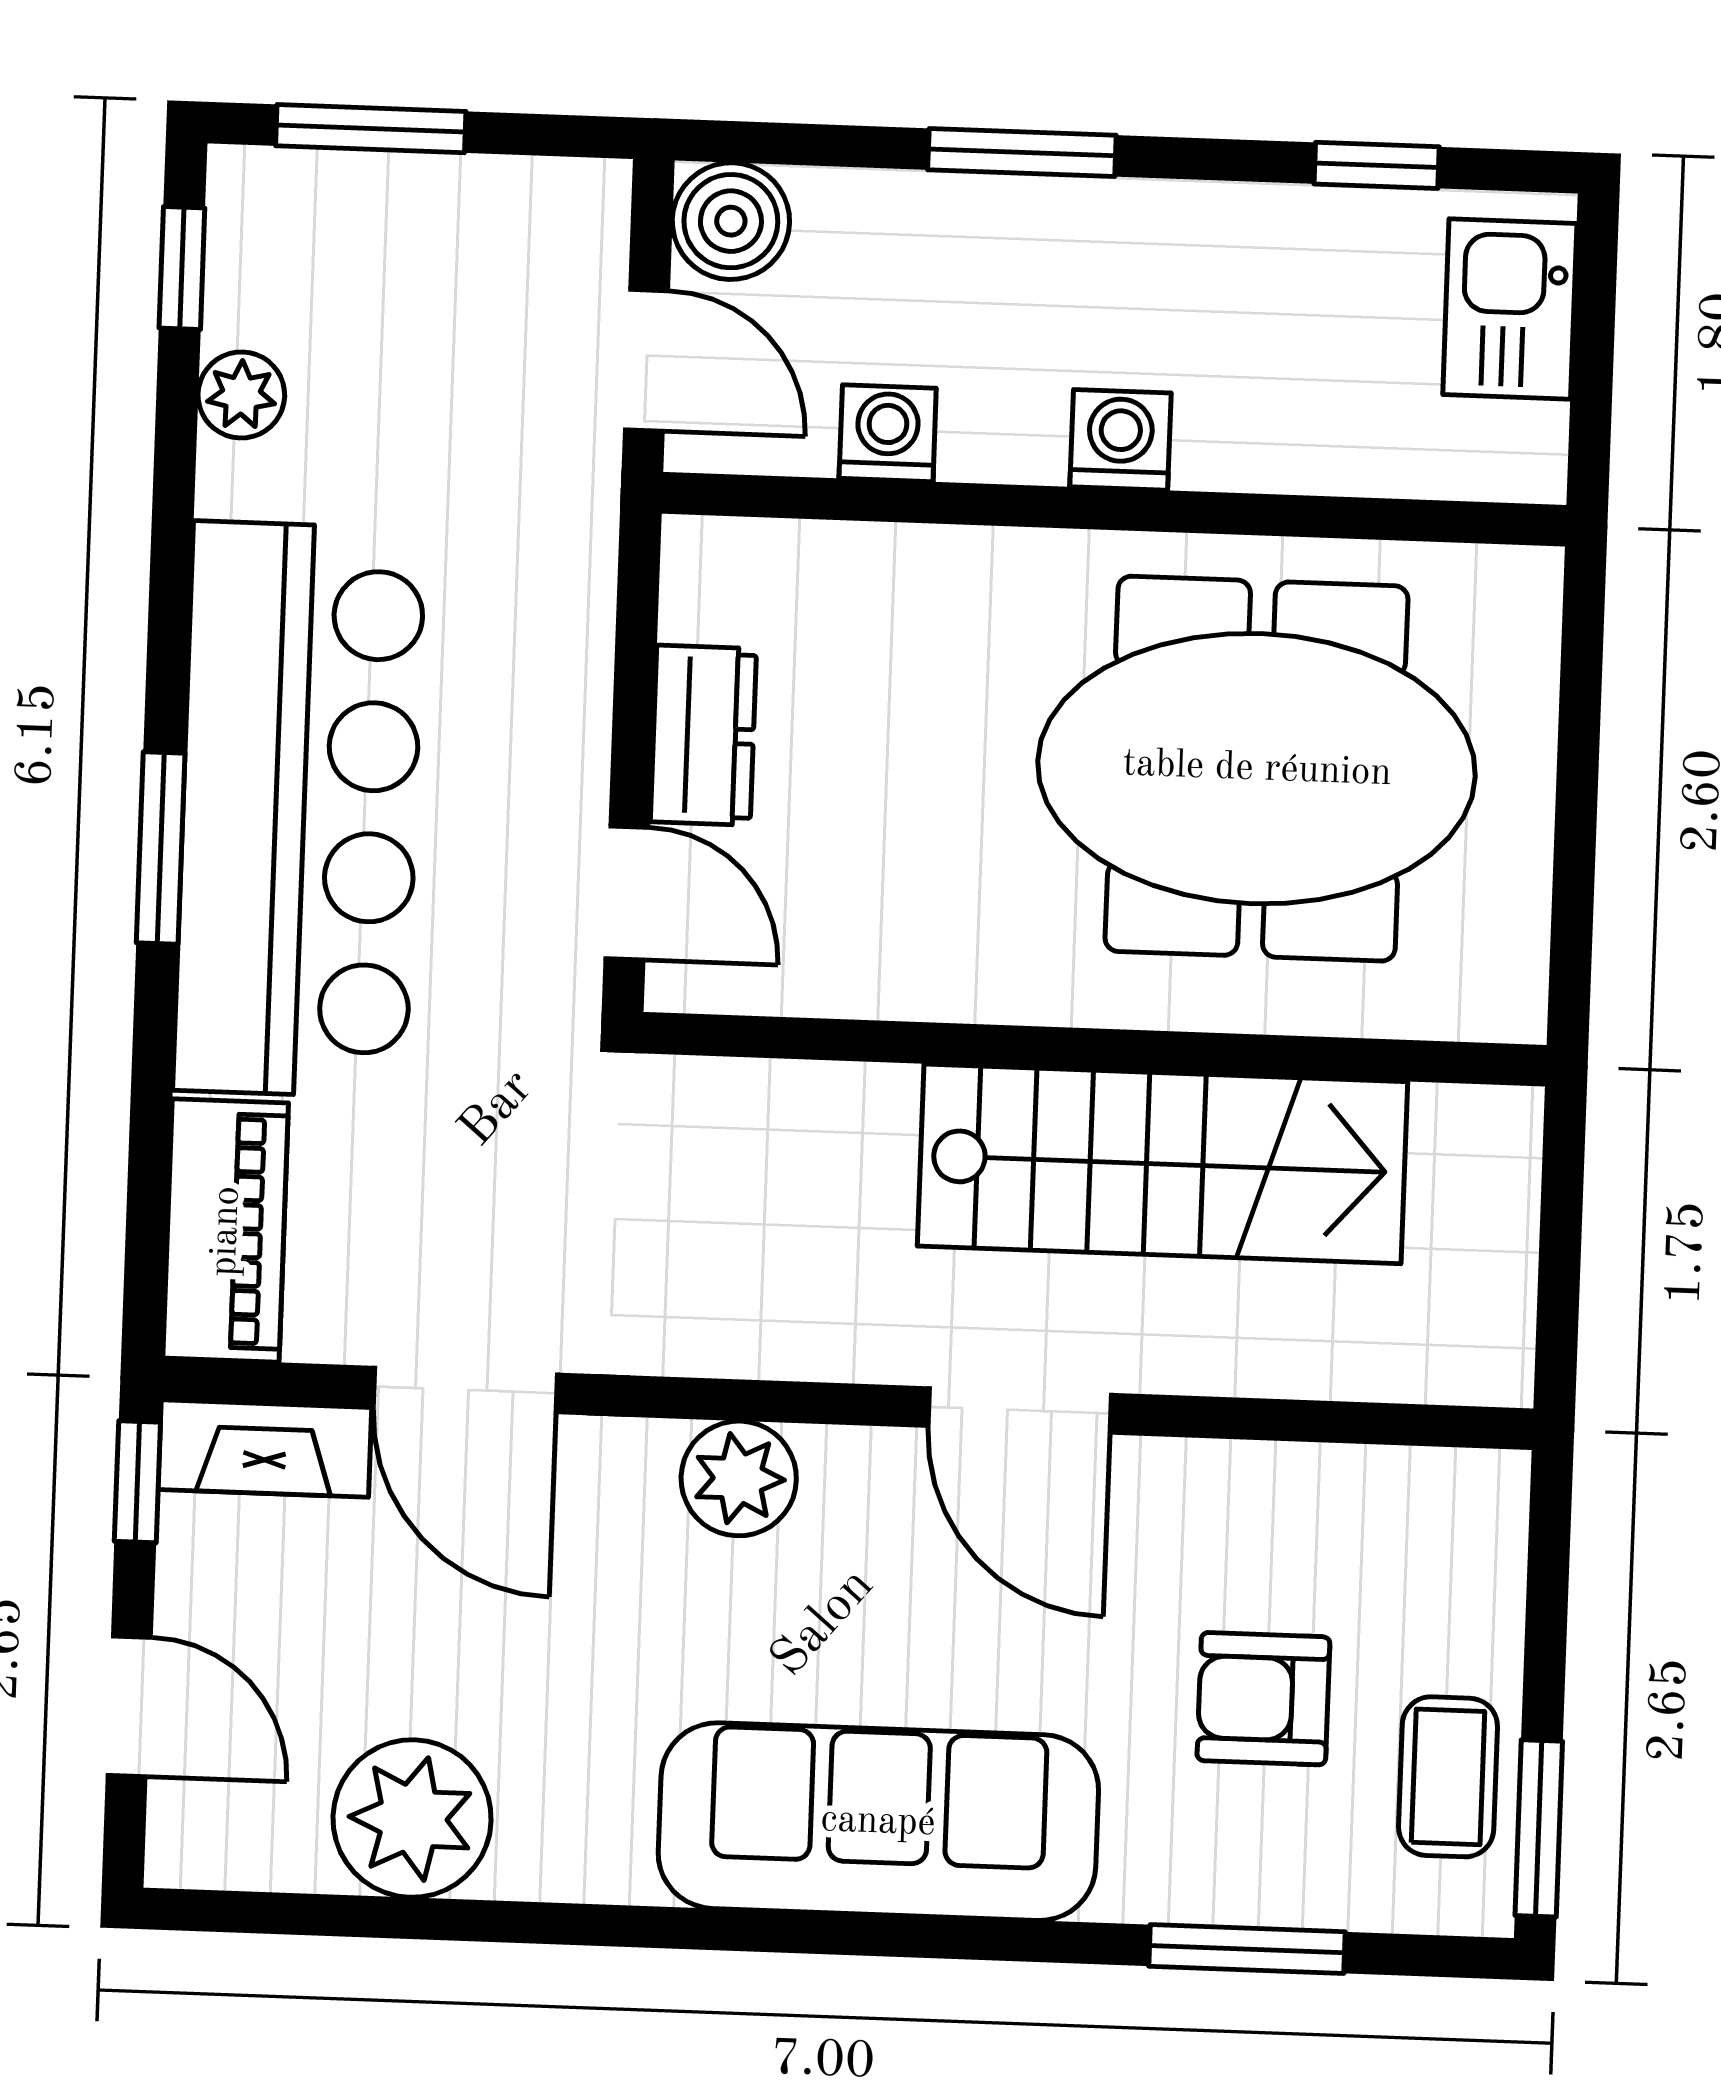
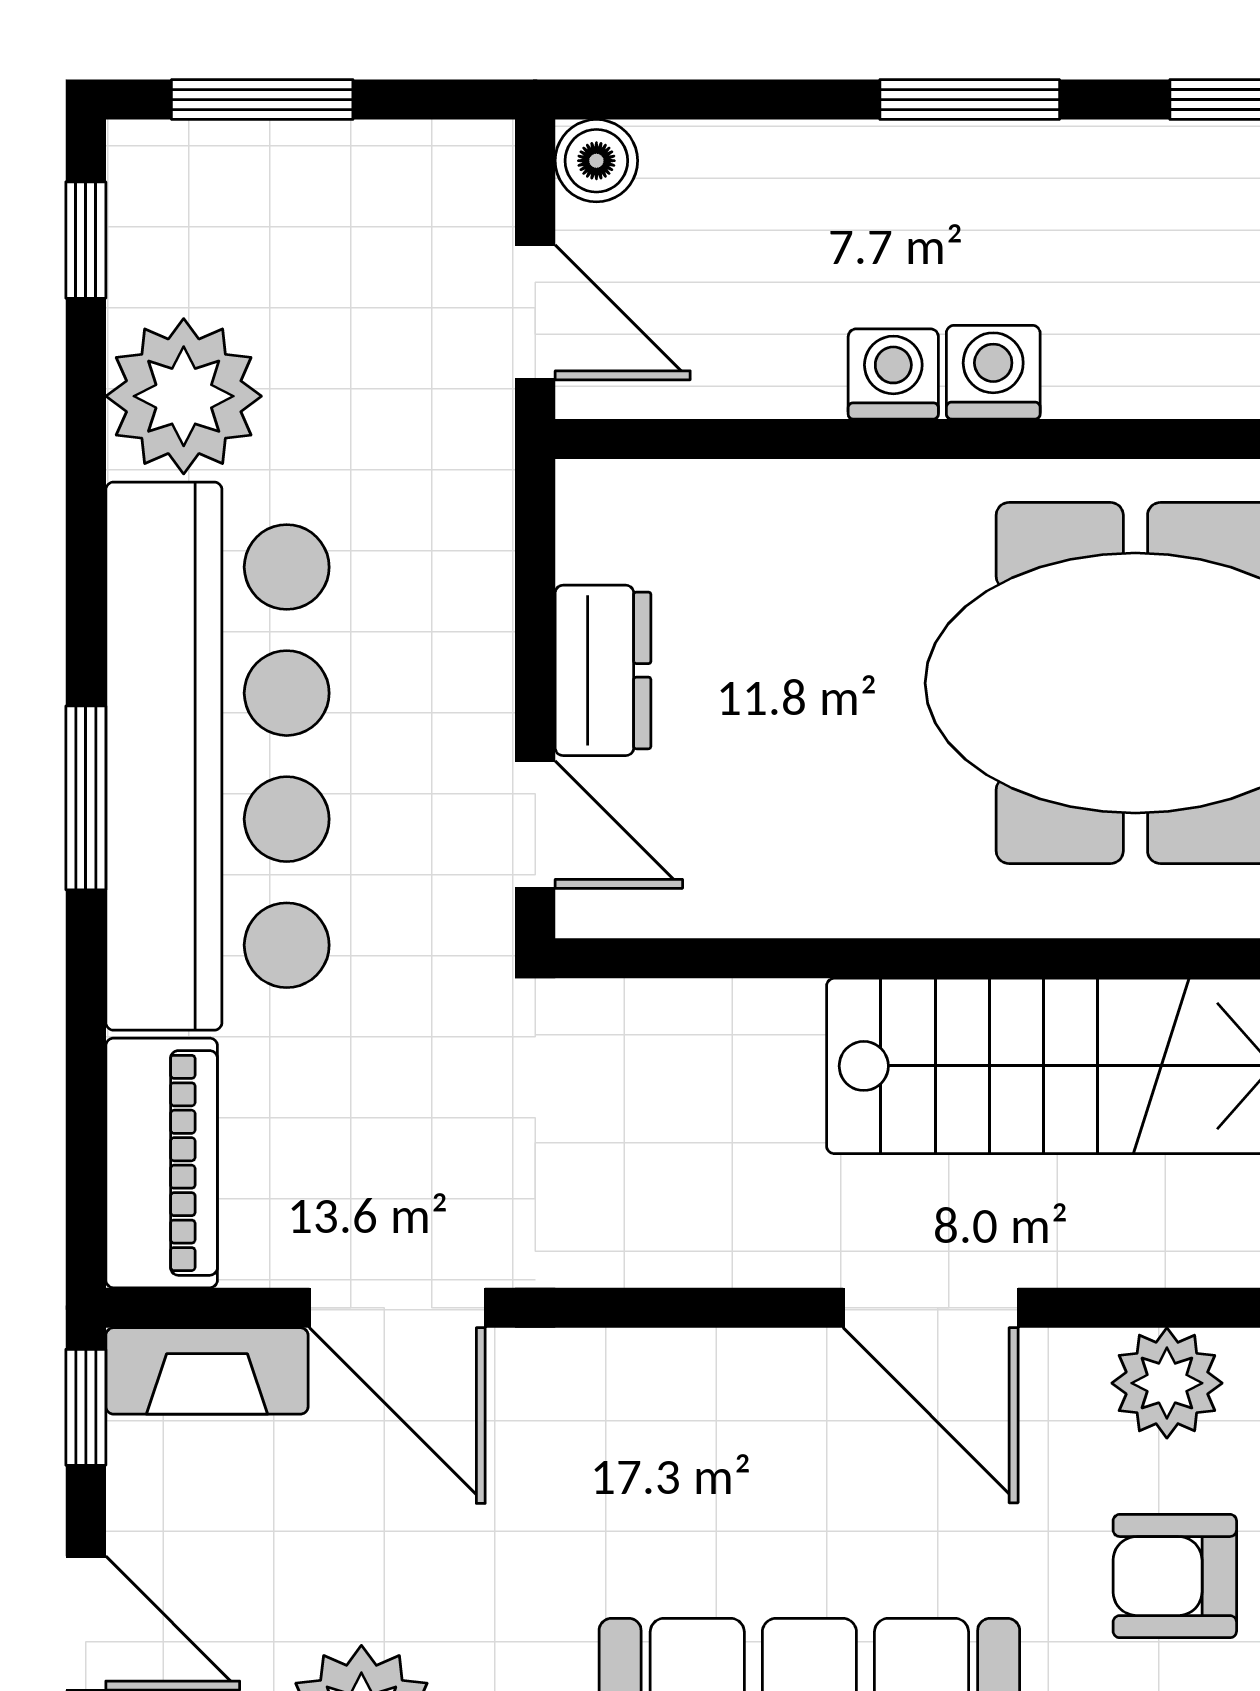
window: (1022, 152) -> (970, 100), moved
boiler: (731, 221) -> (596, 161), width x0.73, depth x0.73
plant: (241, 395) -> (184, 396), width x1.88, depth x1.88
washing machine: (888, 433) -> (893, 374), moved
plant: (739, 1478) -> (1167, 1383), moved

